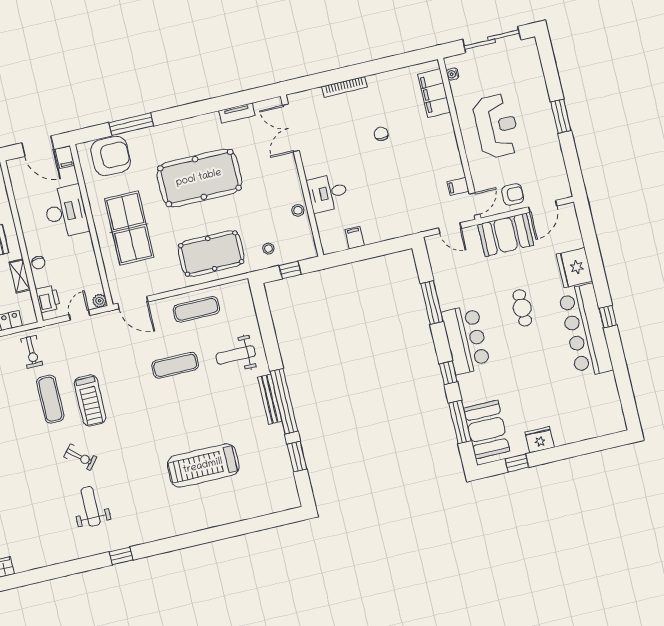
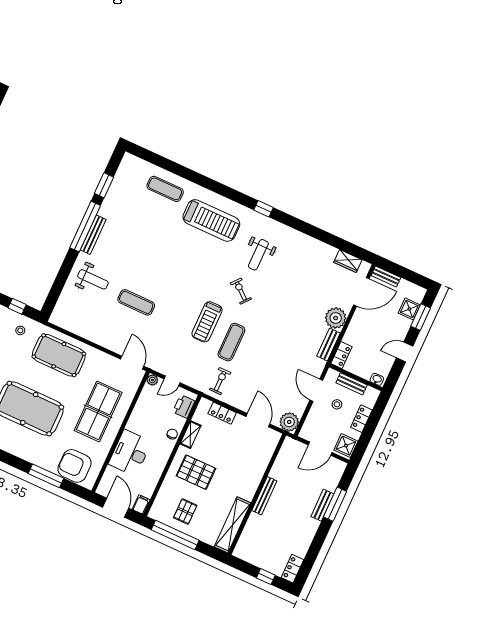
filing cabinet: (65, 157) -> (141, 505), moved
exercise mat: (196, 309) -> (165, 189), moved
treadmill: (90, 400) -> (207, 322), turned 180
treadmill: (203, 466) -> (211, 220), moved

